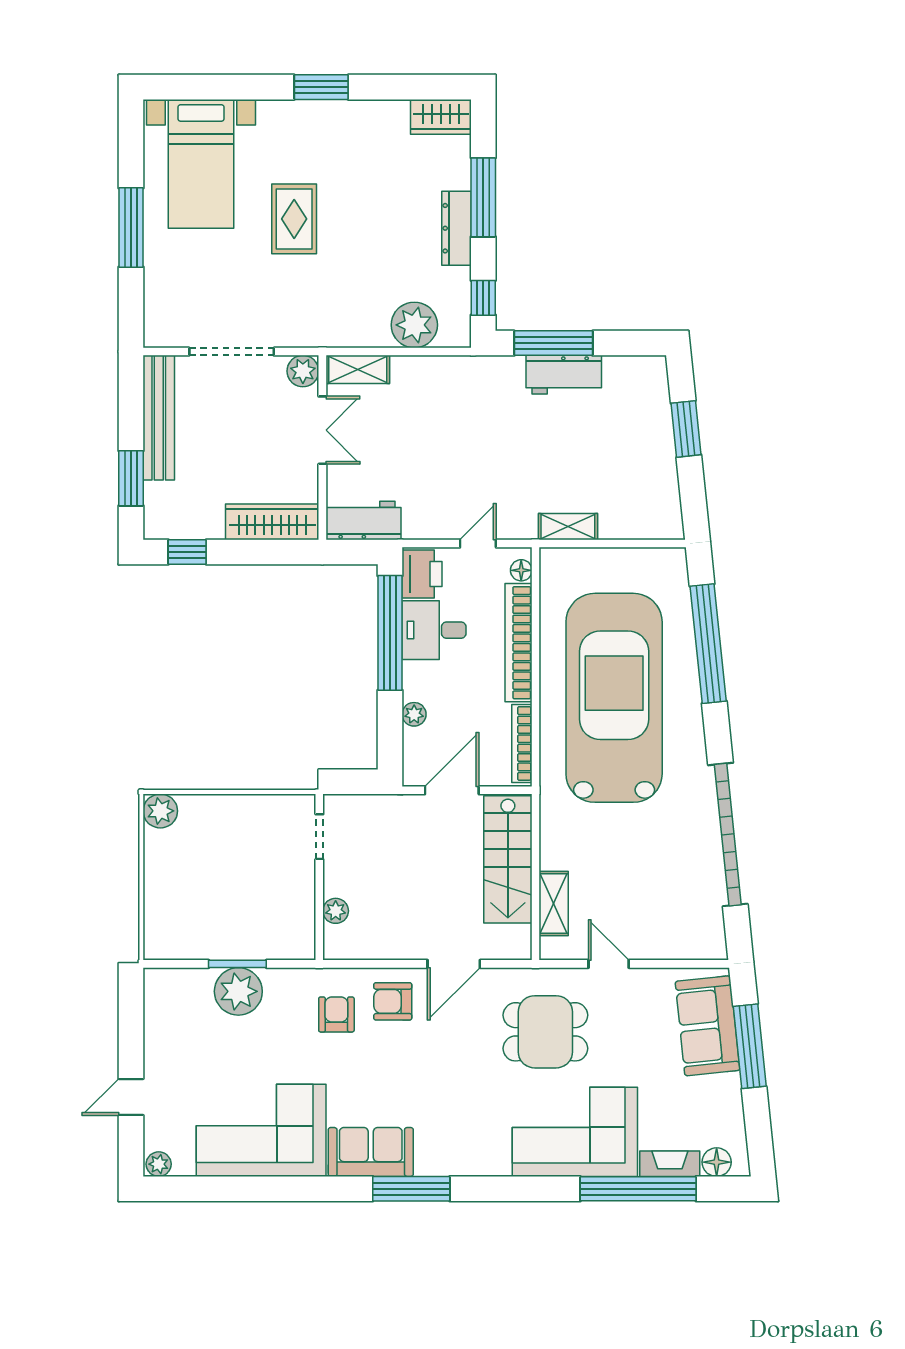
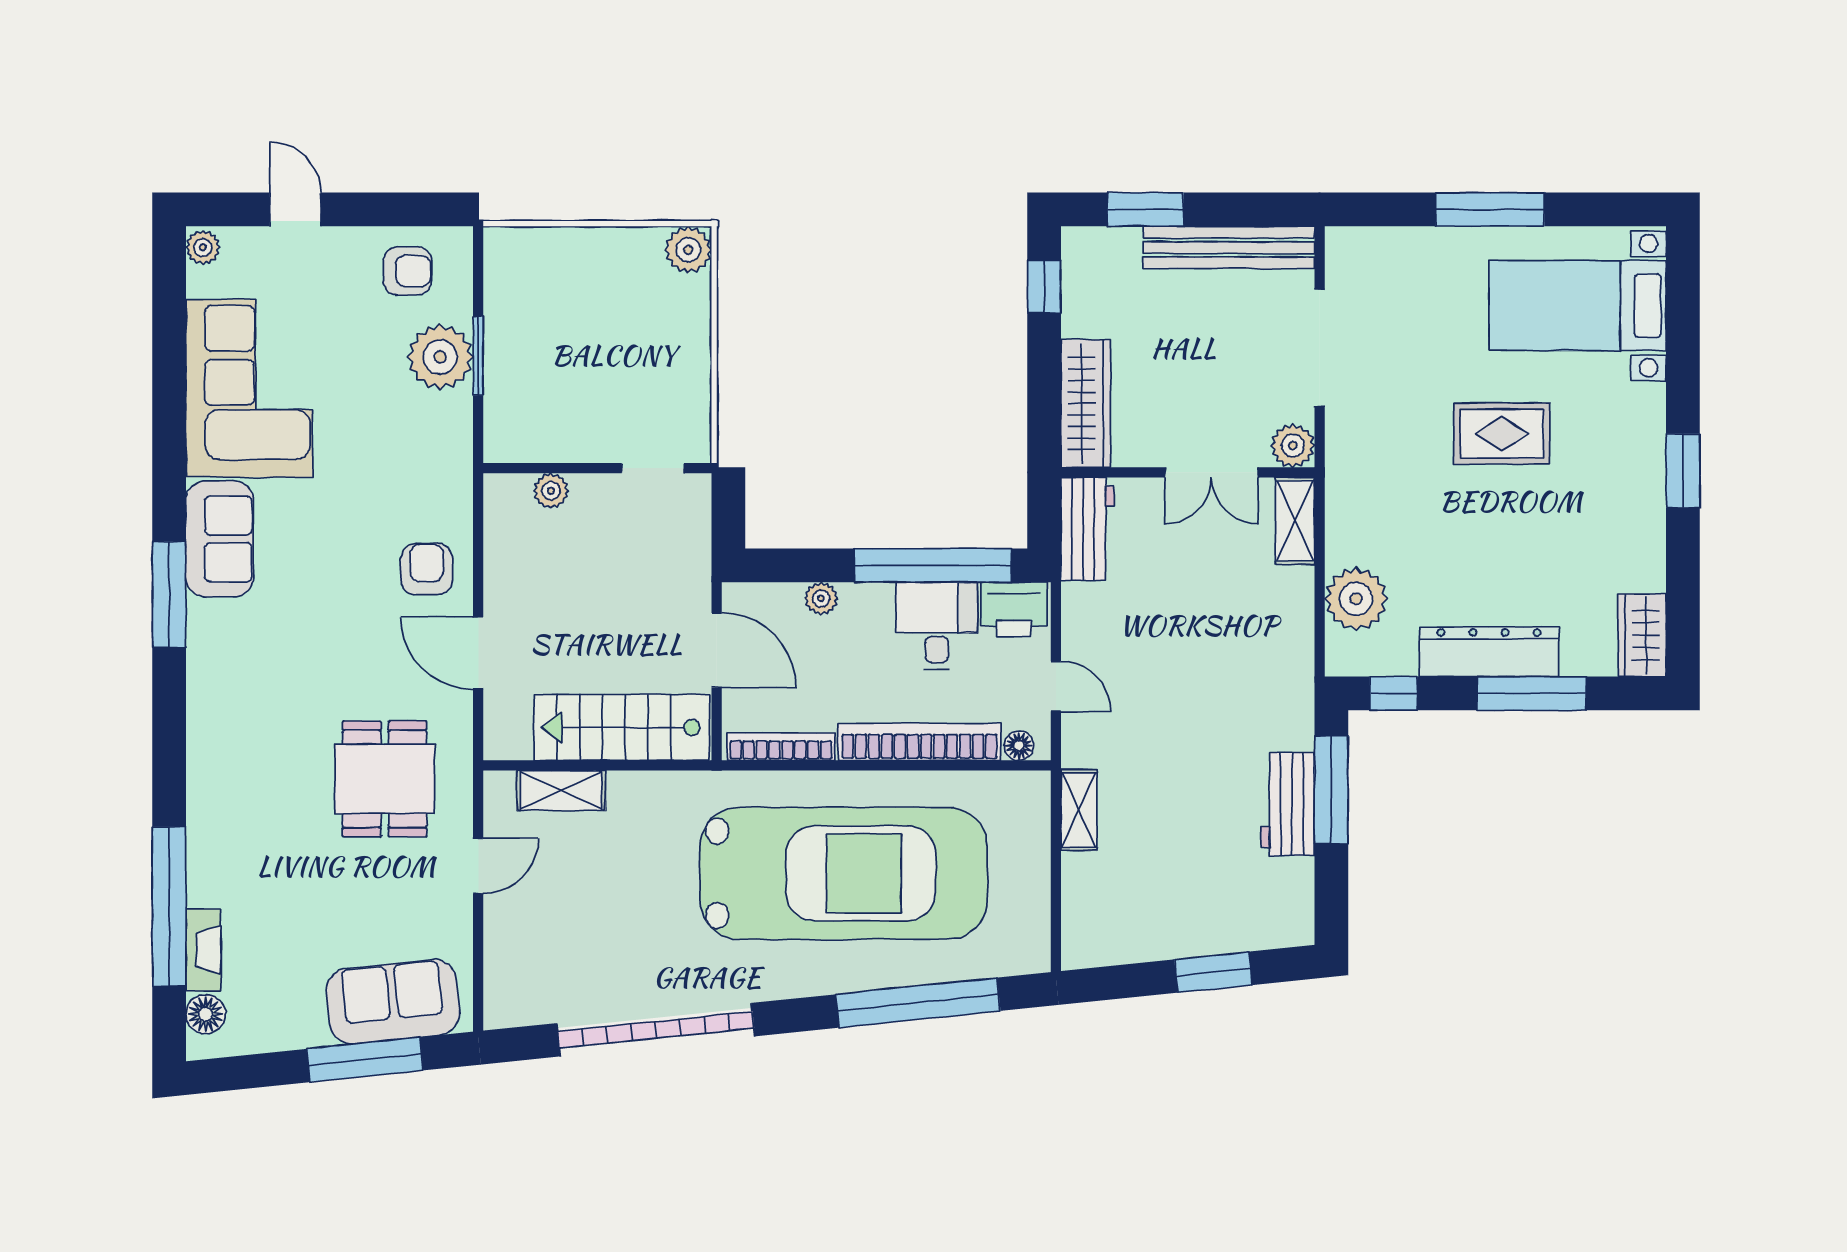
dresser: (456, 228) -> (1489, 652), width x1.37, depth x1.24
armchair: (336, 1014) -> (407, 271), moved
corner sofa: (575, 1132) -> (247, 819), removed

